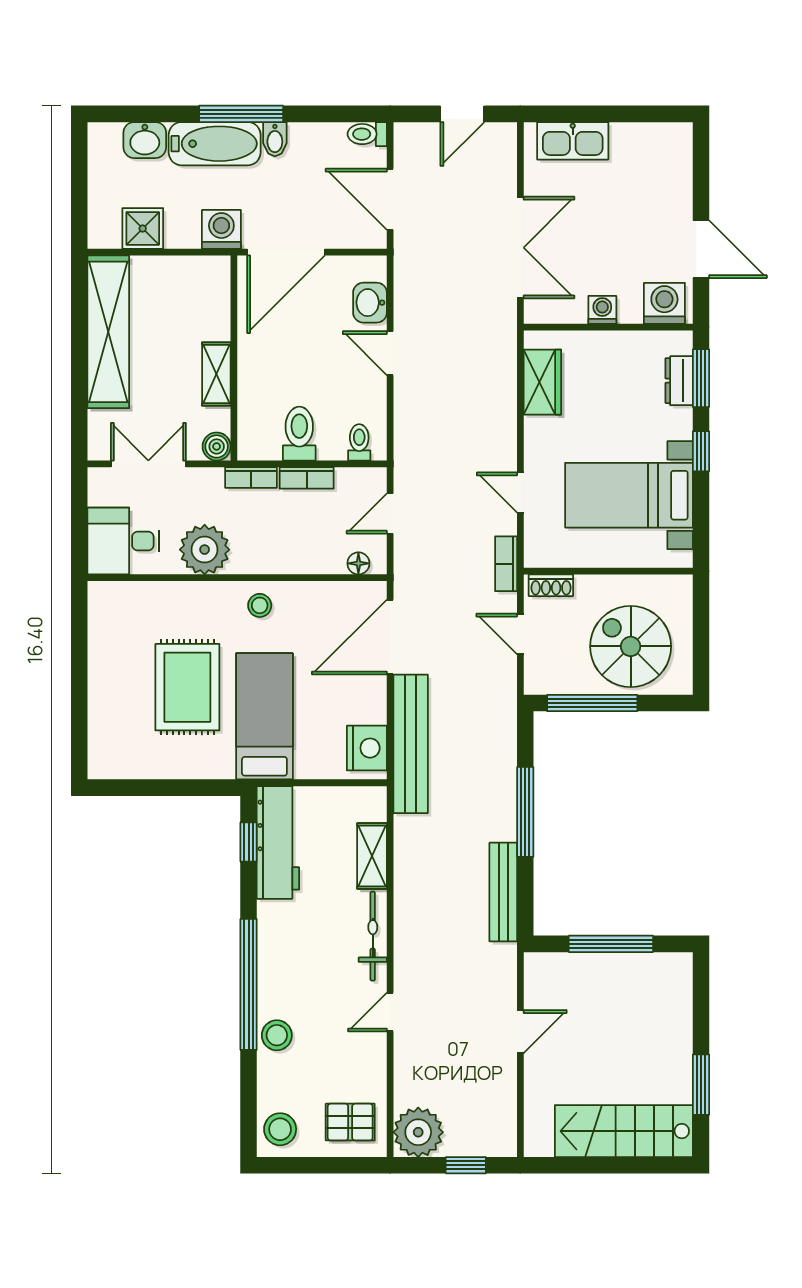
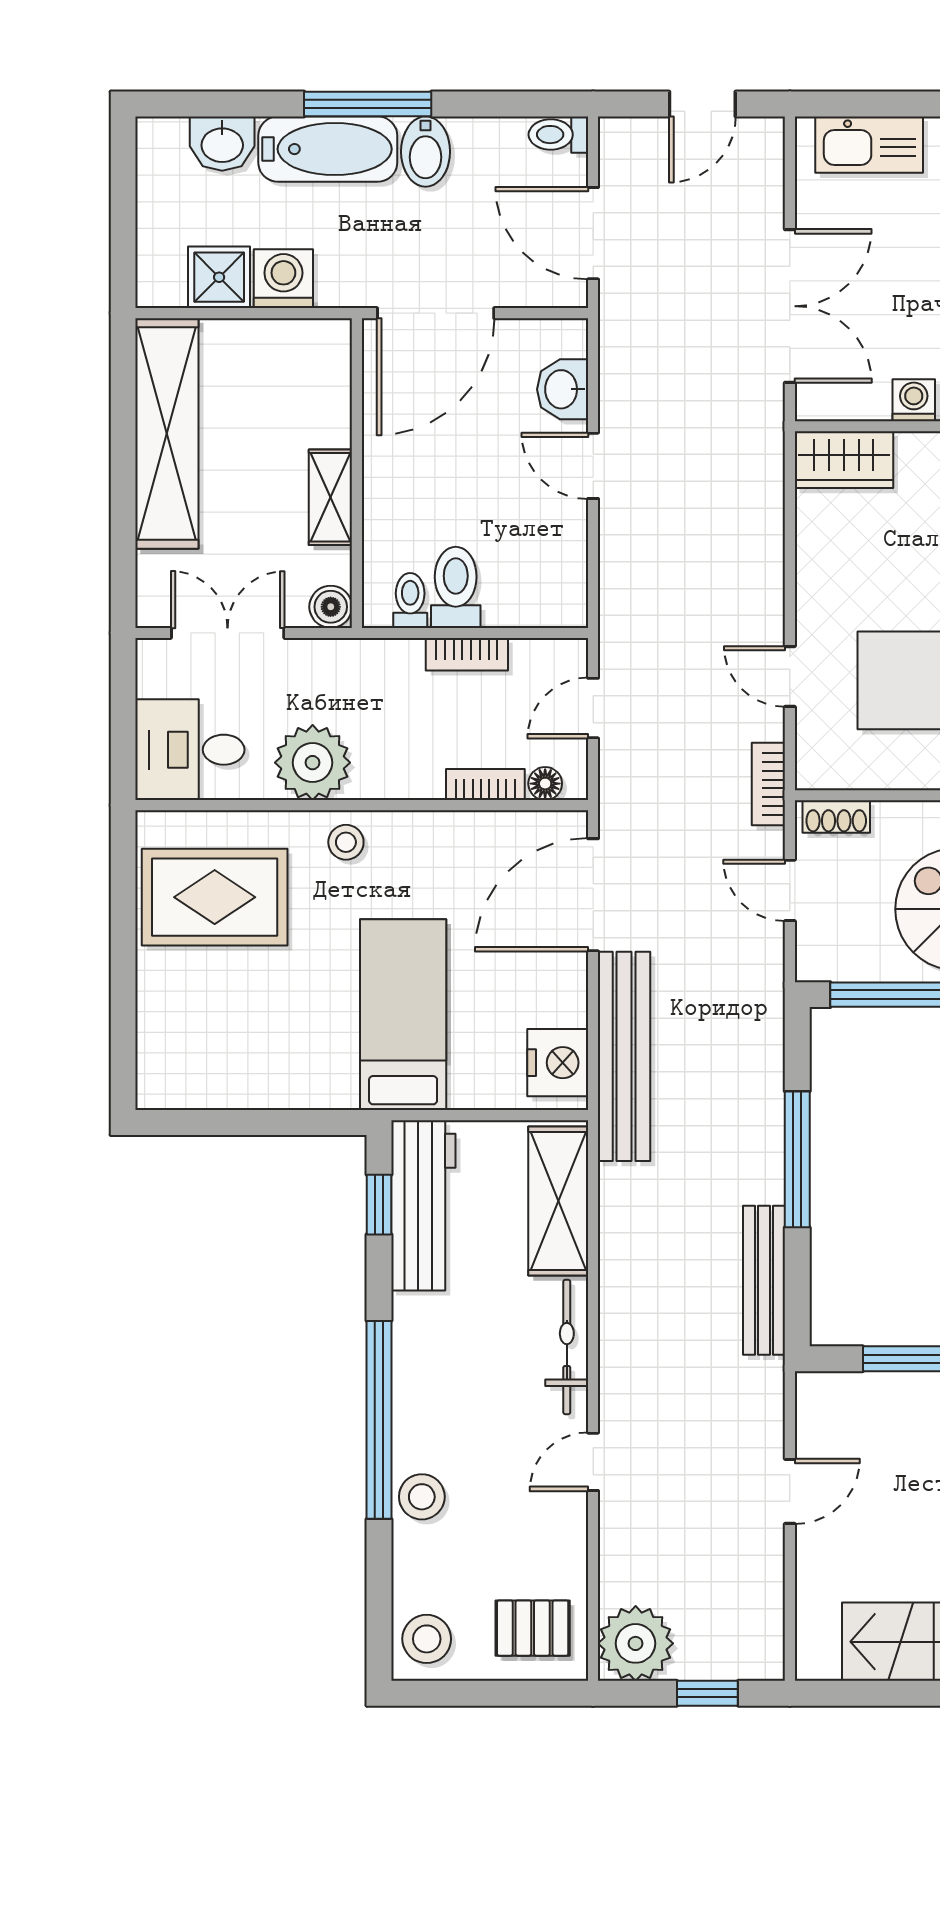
bidet: (275, 139) -> (426, 152), width x1.38, depth x1.36
washing machine: (221, 229) -> (283, 279), moved
wardrobe: (542, 382) -> (844, 460), moved, turned 90
toilet: (359, 442) -> (410, 600), moved
bookcase: (251, 477) -> (485, 785), moved, turned 180
stool: (260, 605) -> (346, 842), moved
rug: (187, 687) -> (215, 897), moved, turned 90
shelving: (372, 856) -> (558, 1201), width x1.50, depth x1.33

